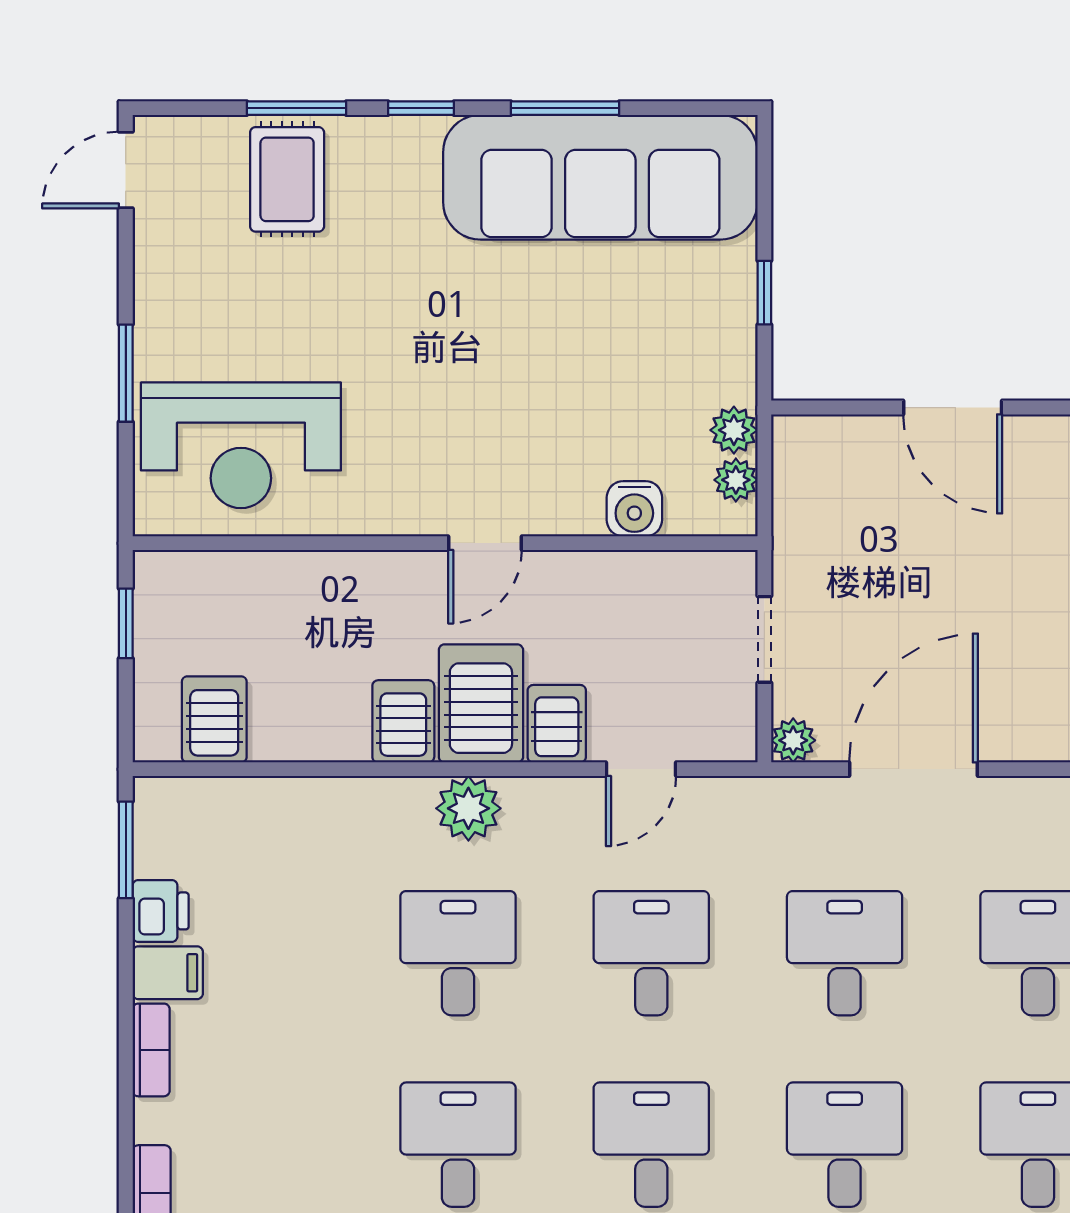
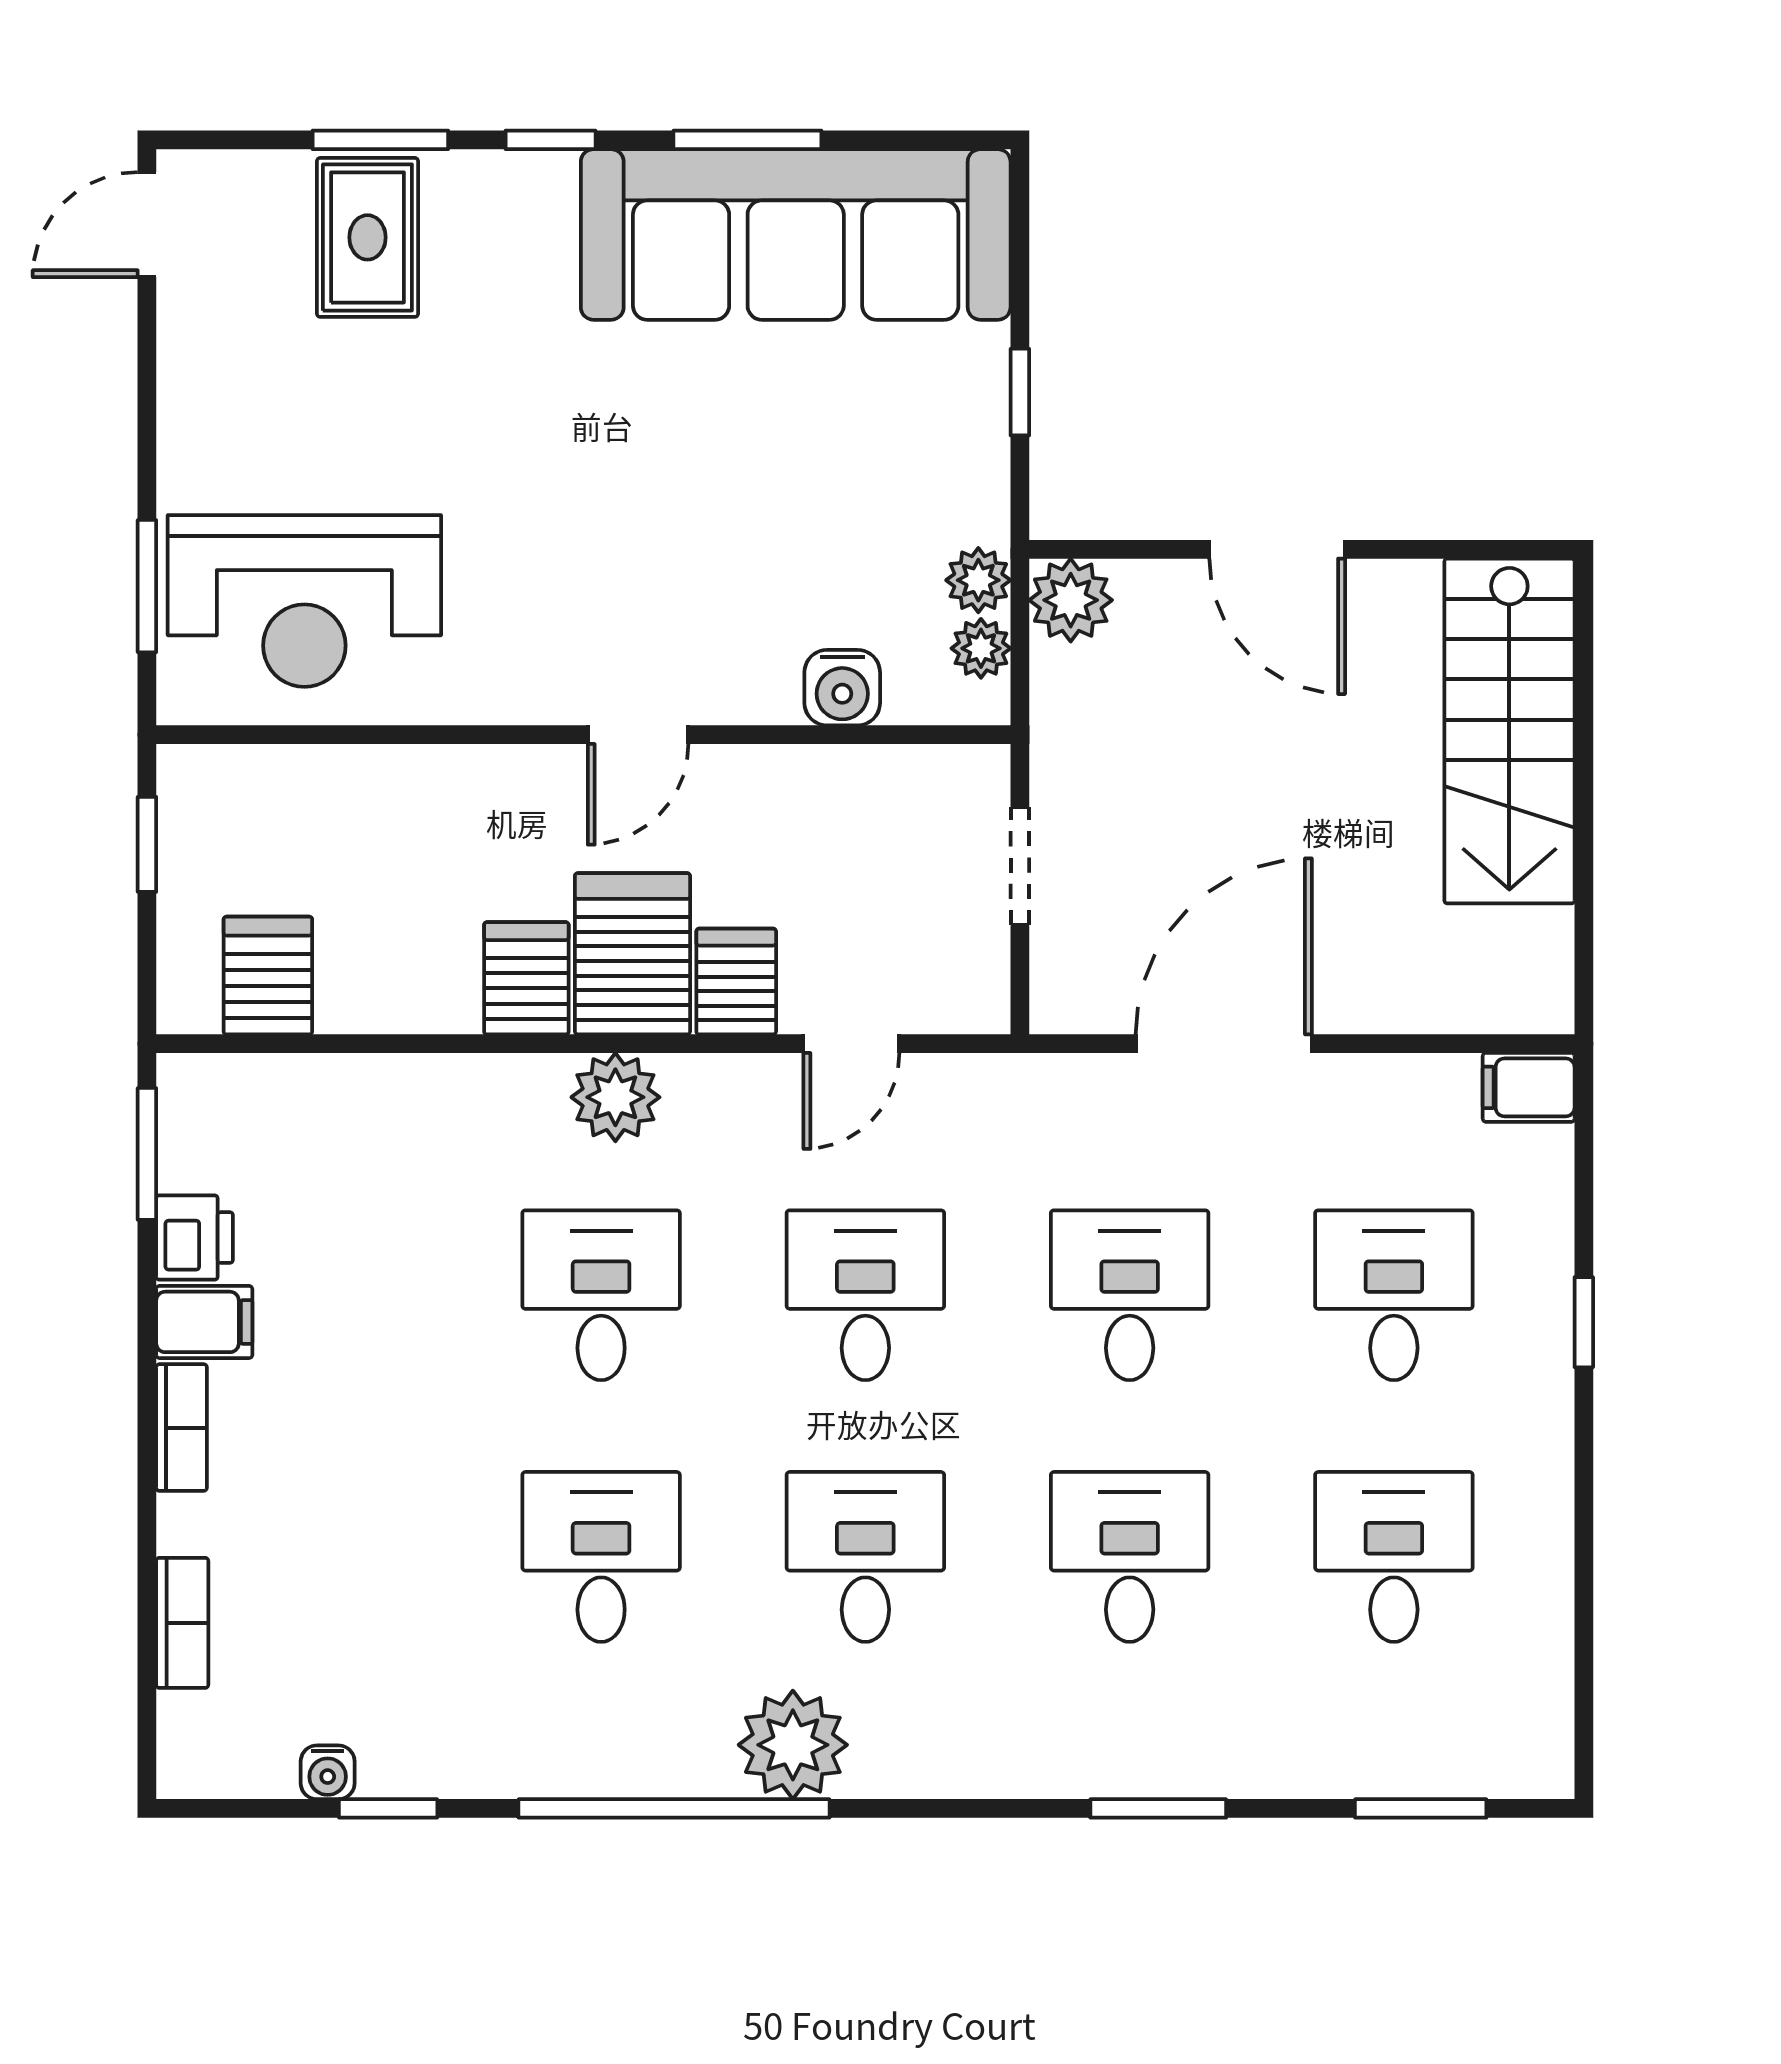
window: (126, 373) -> (147, 586), moved
plant: (793, 740) -> (1071, 600), moved, width x1.38, depth x1.38

